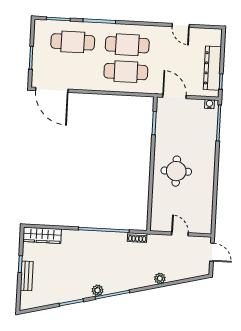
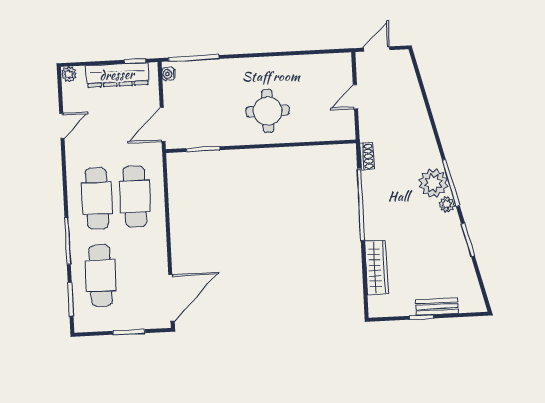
plant: (217, 34) -> (69, 74), added
wardrobe: (42, 235) -> (376, 268), moved
plant: (160, 278) -> (433, 183), moved, width x1.88, depth x1.88

